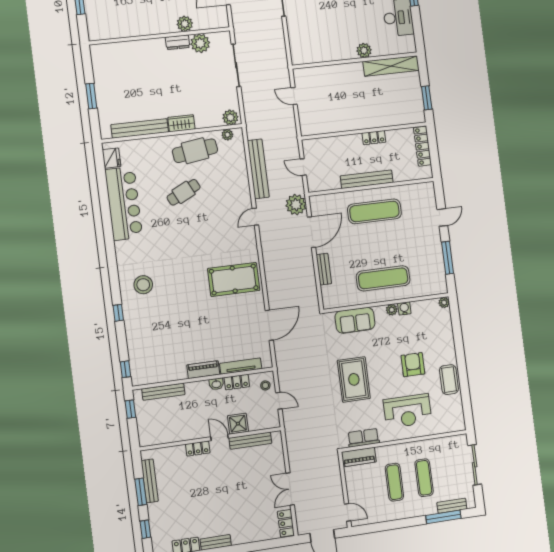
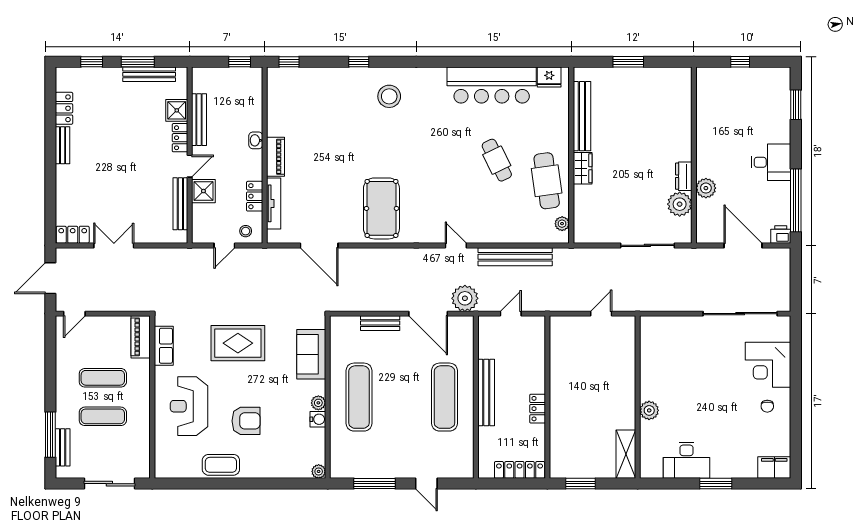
shelving: (391, 66) -> (626, 454), width x0.68
plant: (230, 117) -> (583, 230), removed
washbasin: (216, 384) -> (256, 140), moved
bench: (163, 392) -> (199, 120), moved
shower: (176, 454) -> (177, 110), added

